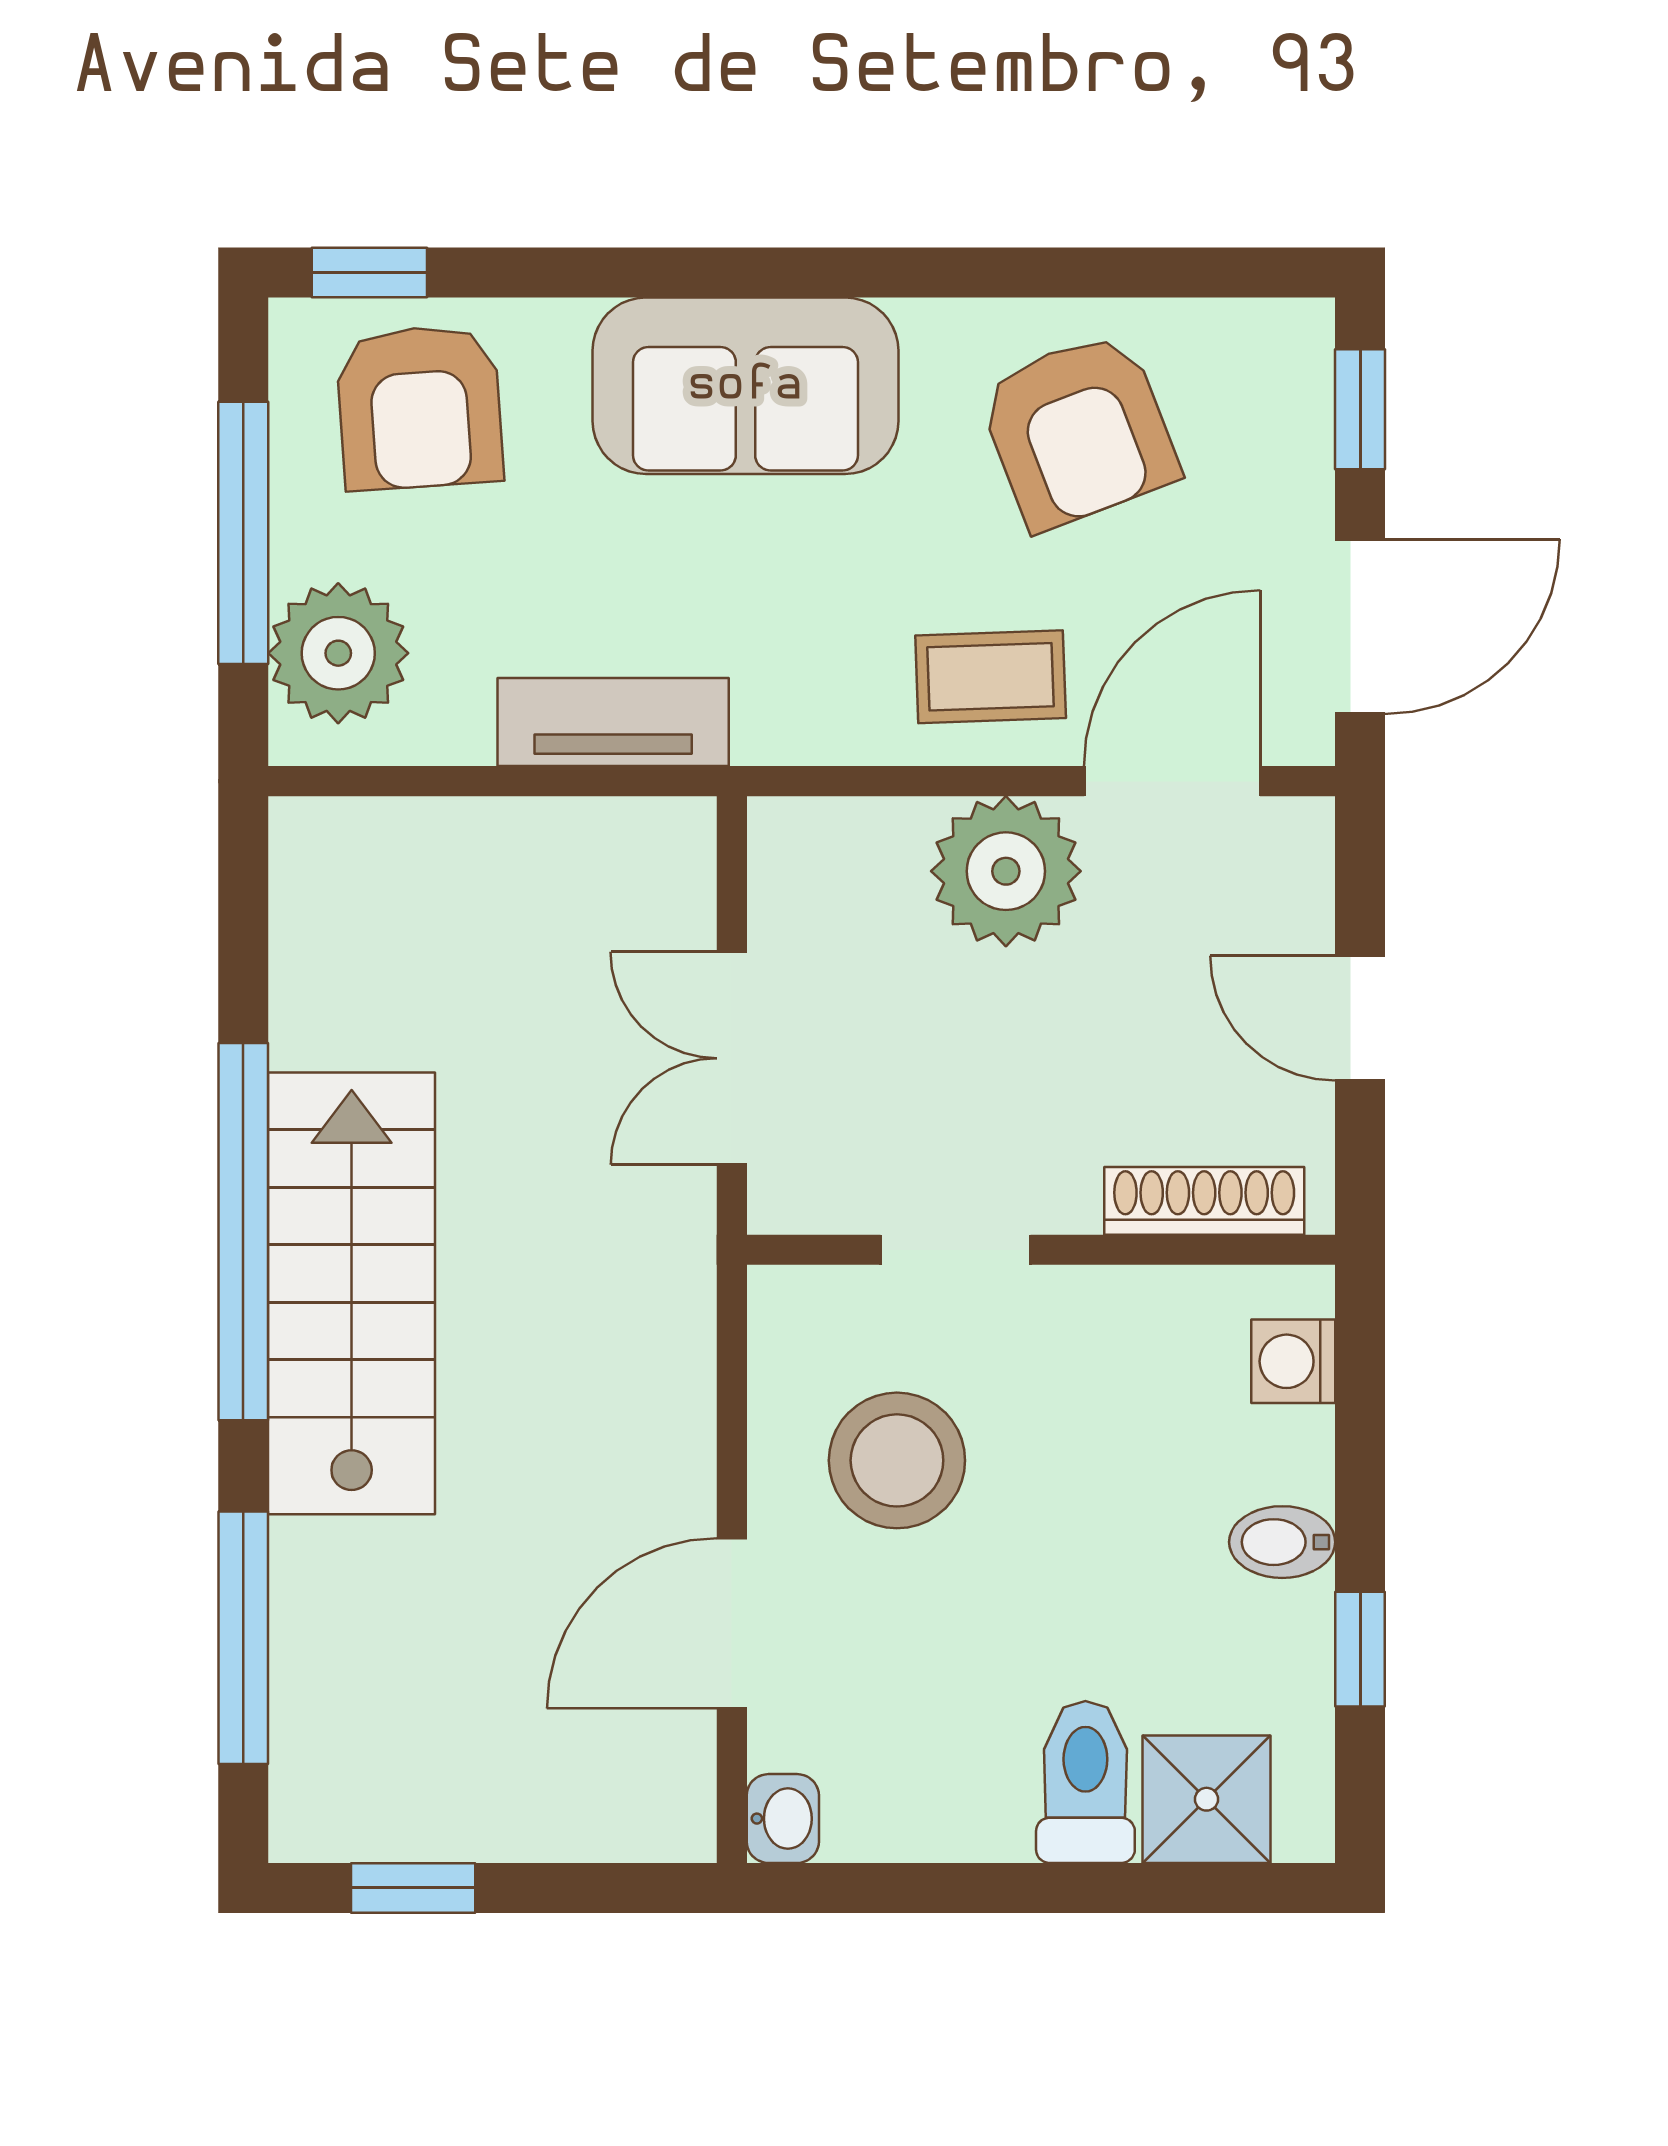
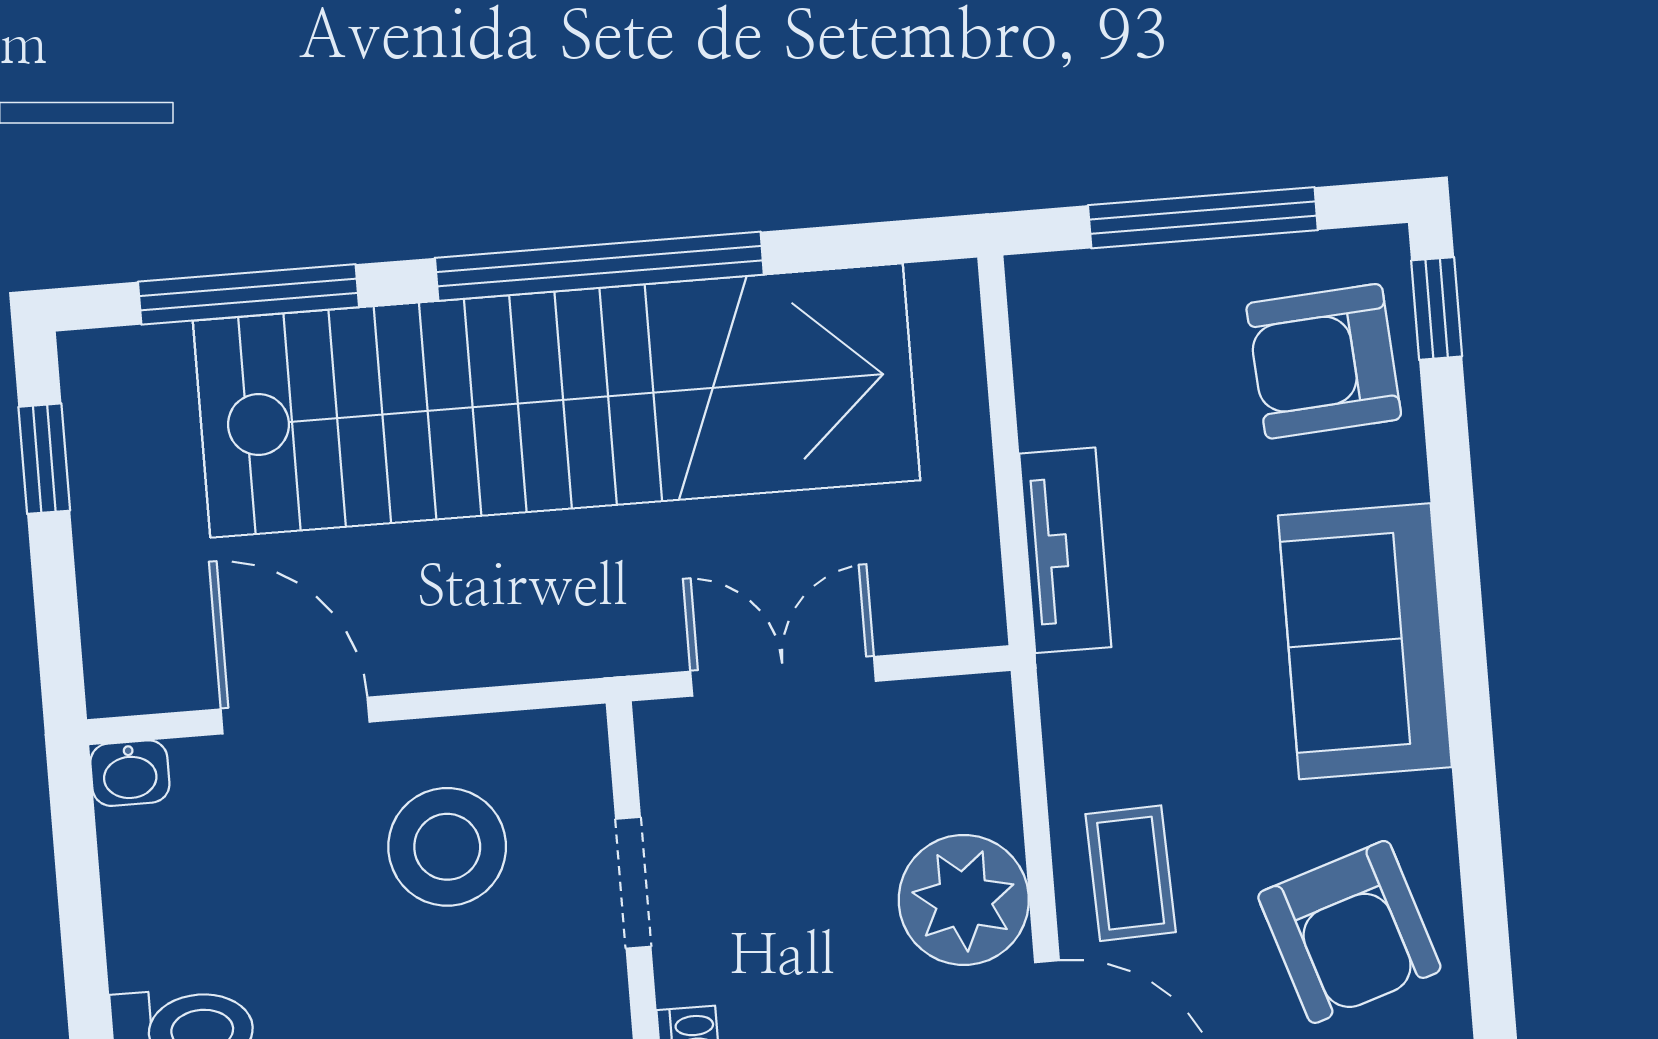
armchair: (1078, 431) -> (1349, 932), turned -87
plant: (338, 653) -> (1106, 308), removed
stairs: (352, 1293) -> (557, 401), width x1.86, depth x1.51

